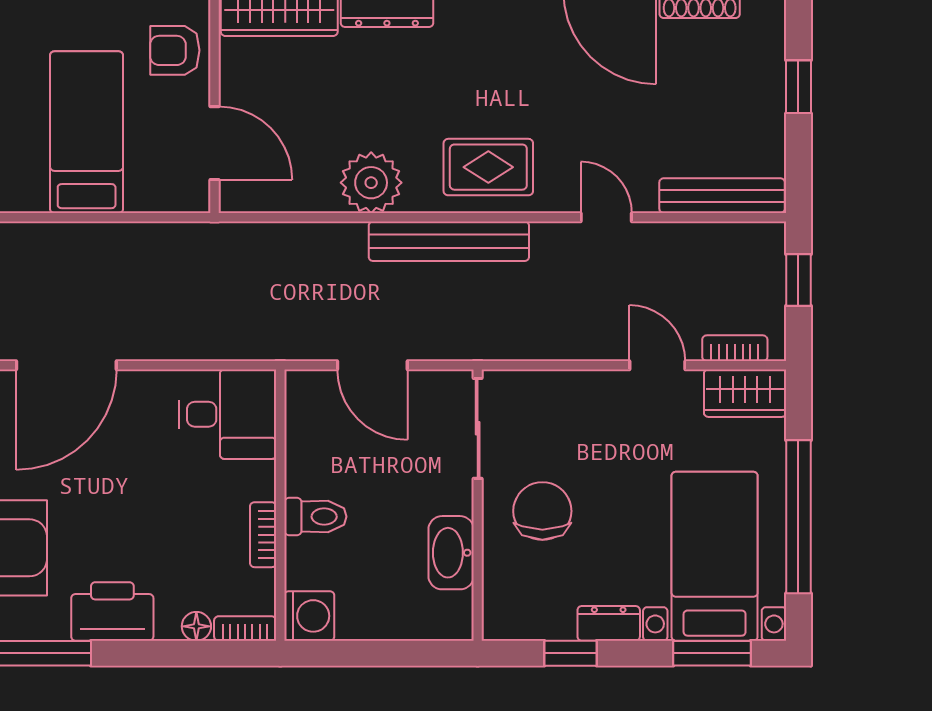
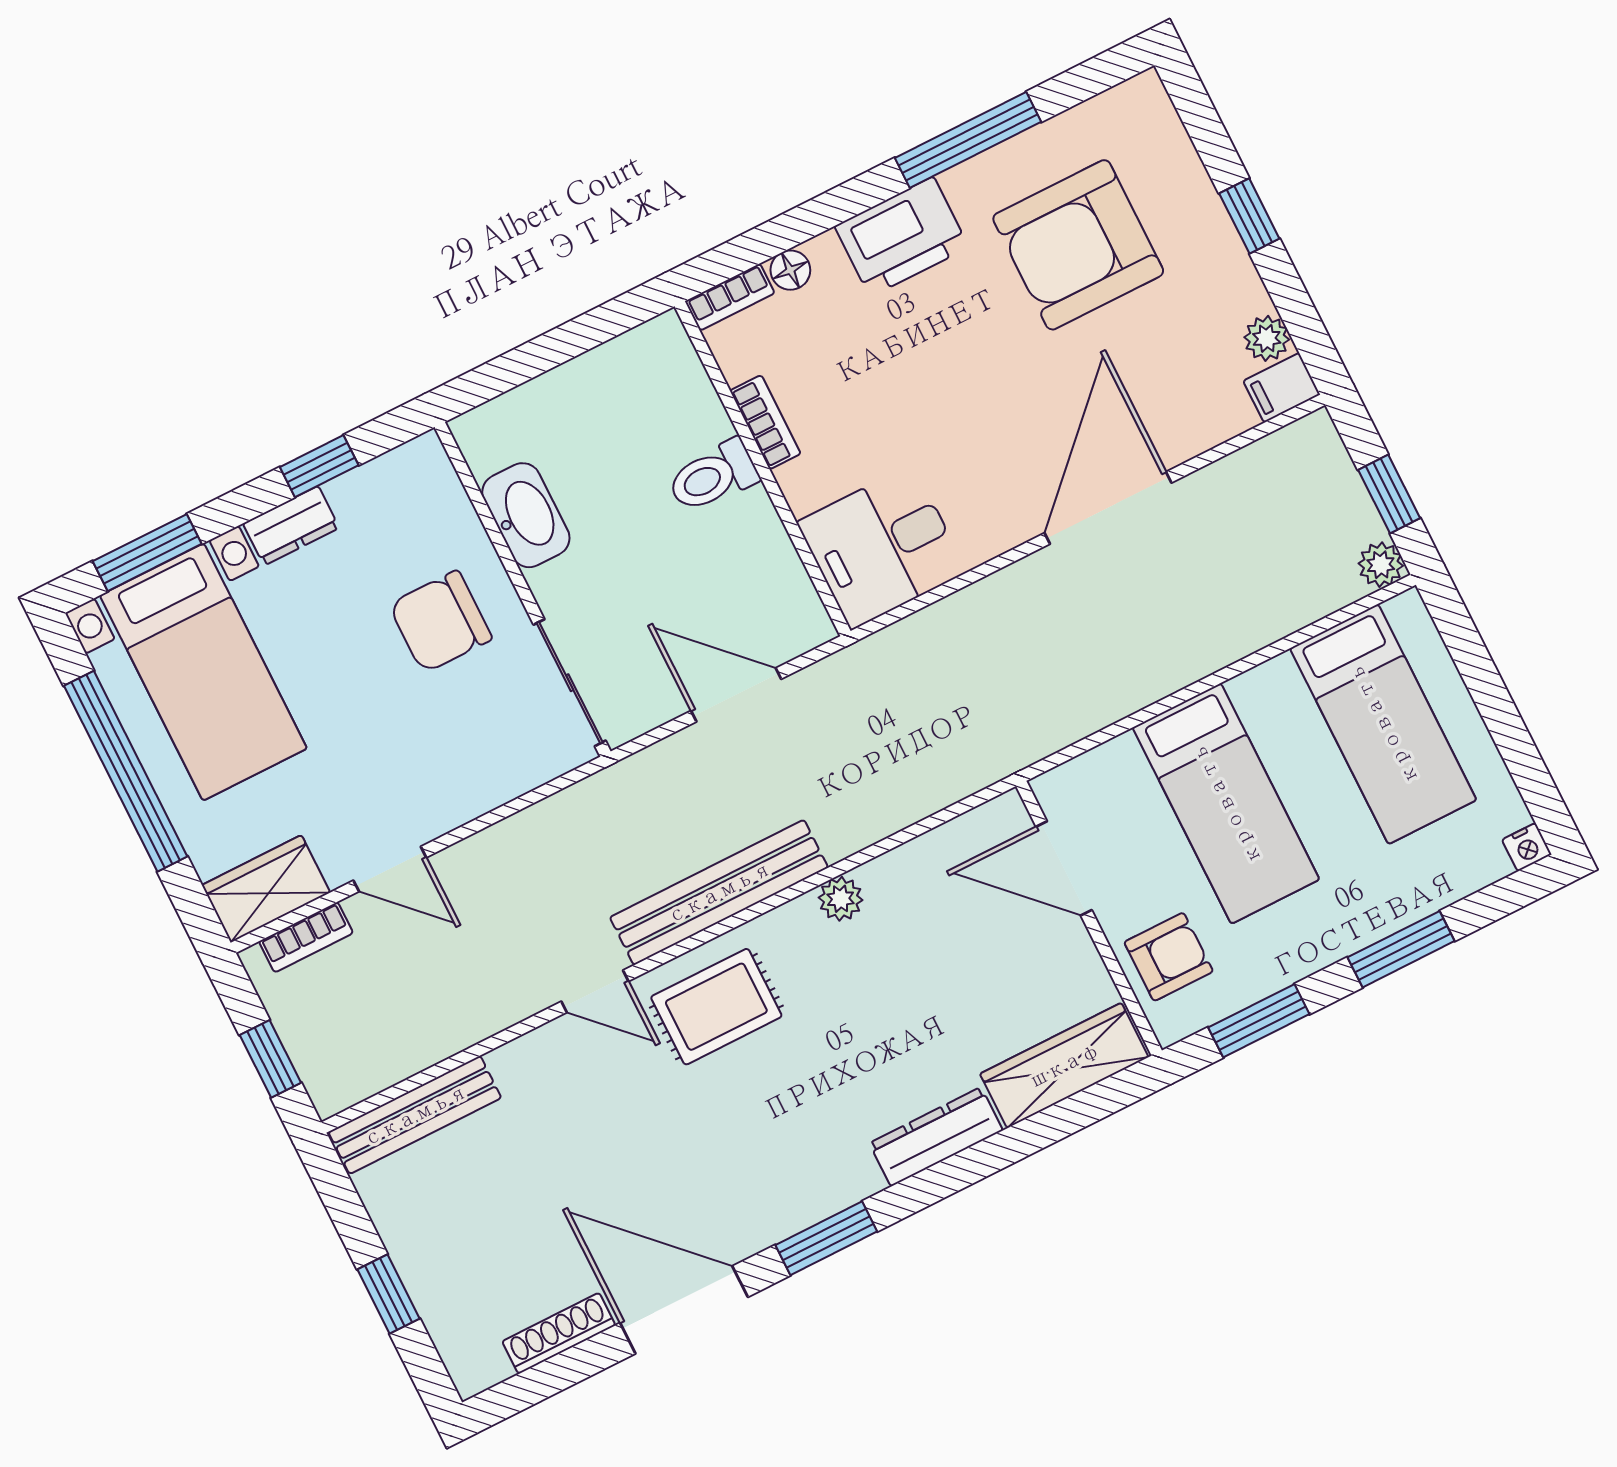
plant: (371, 183) -> (841, 899), width x0.53, depth x0.53
door: (606, 217) -> (595, 991), moved
chair: (542, 511) -> (440, 622), turned 90
washing machine: (309, 616) -> (660, 352), removed

